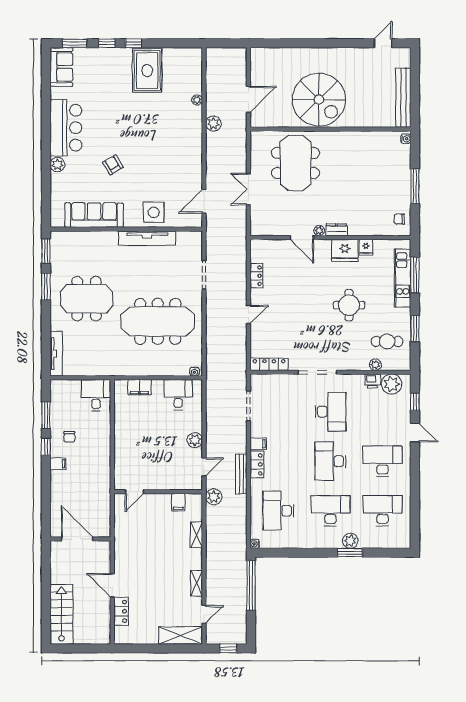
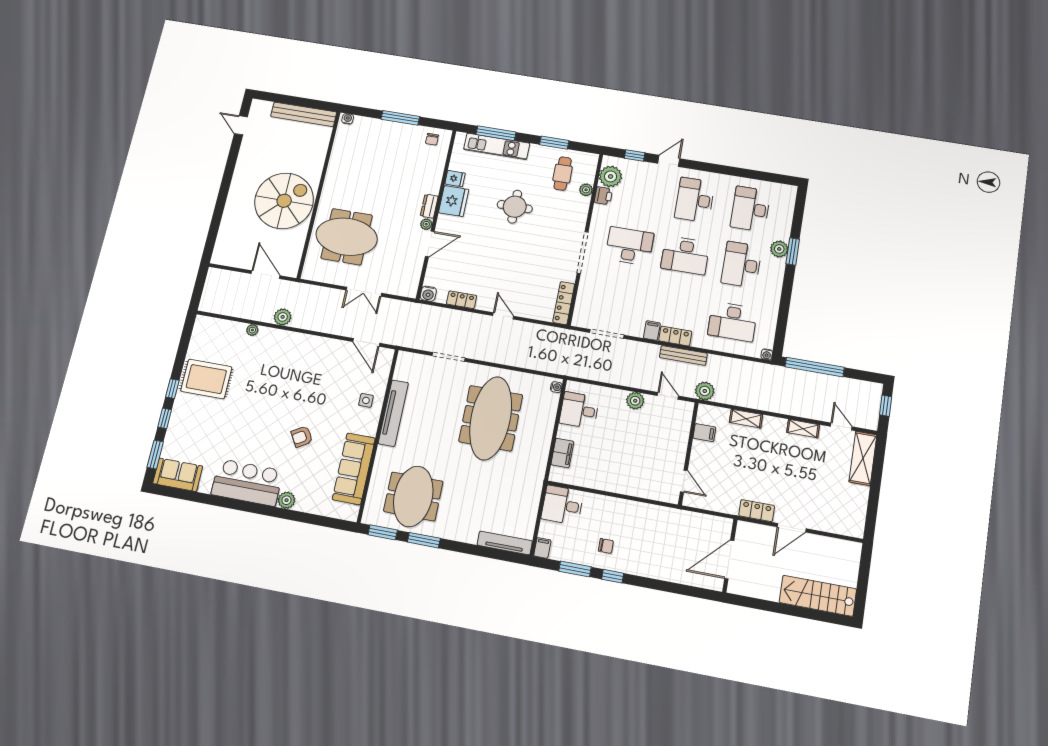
side table: (154, 212) -> (366, 400), width x0.54, depth x0.54
water cooler: (257, 246) -> (428, 294), added
meeting table: (87, 299) -> (413, 496), moved
filing cabinet: (58, 464) -> (542, 548), moved
locker: (121, 611) -> (757, 511), moved

